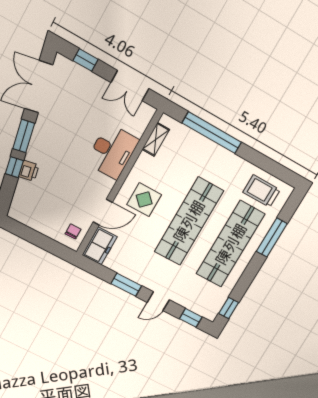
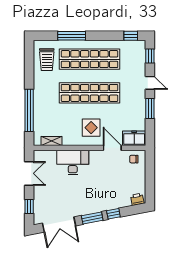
printer: (29, 171) -> (137, 199), moved

